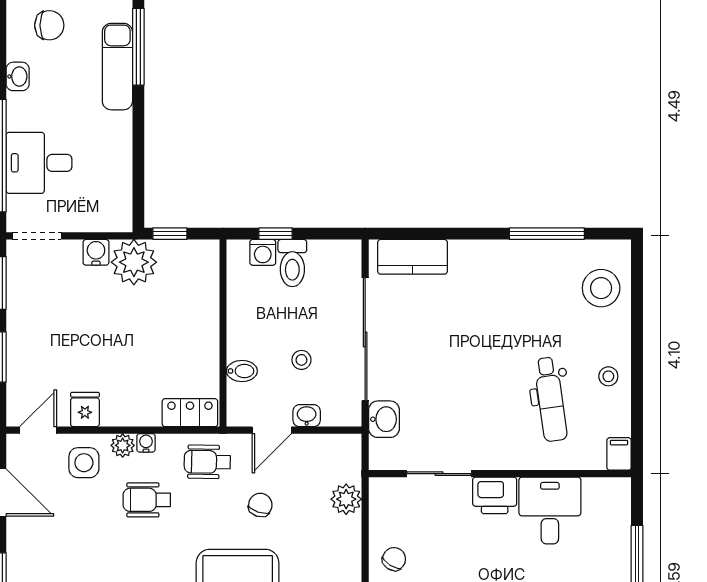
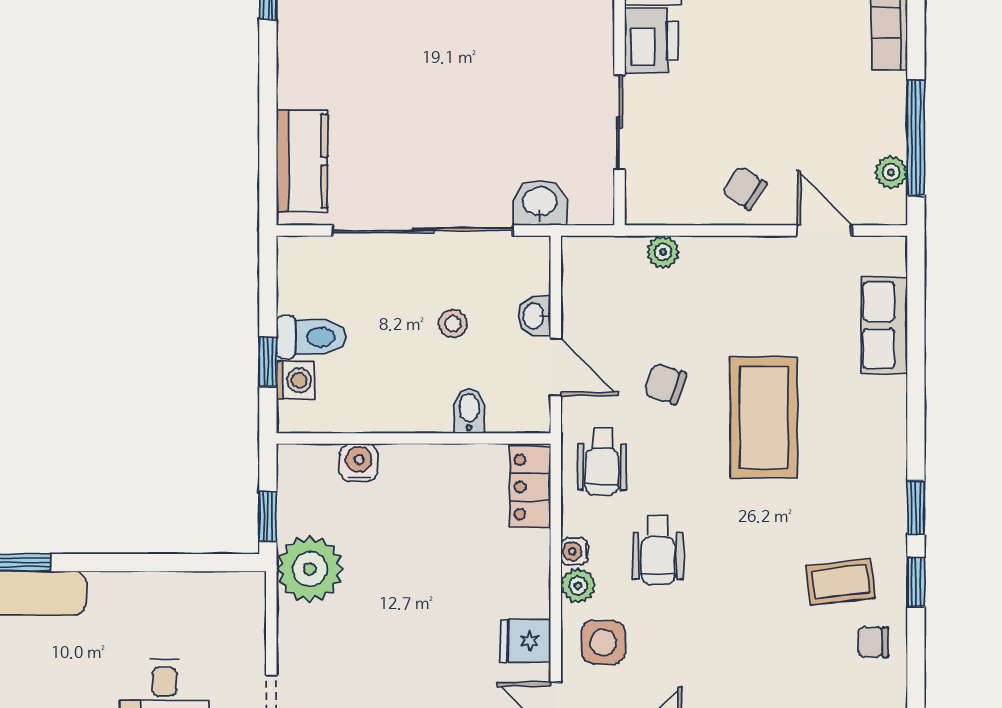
water cooler: (96, 252) -> (359, 463), moved, turned 90
plant: (346, 499) -> (663, 252), width x0.73, depth x0.73

